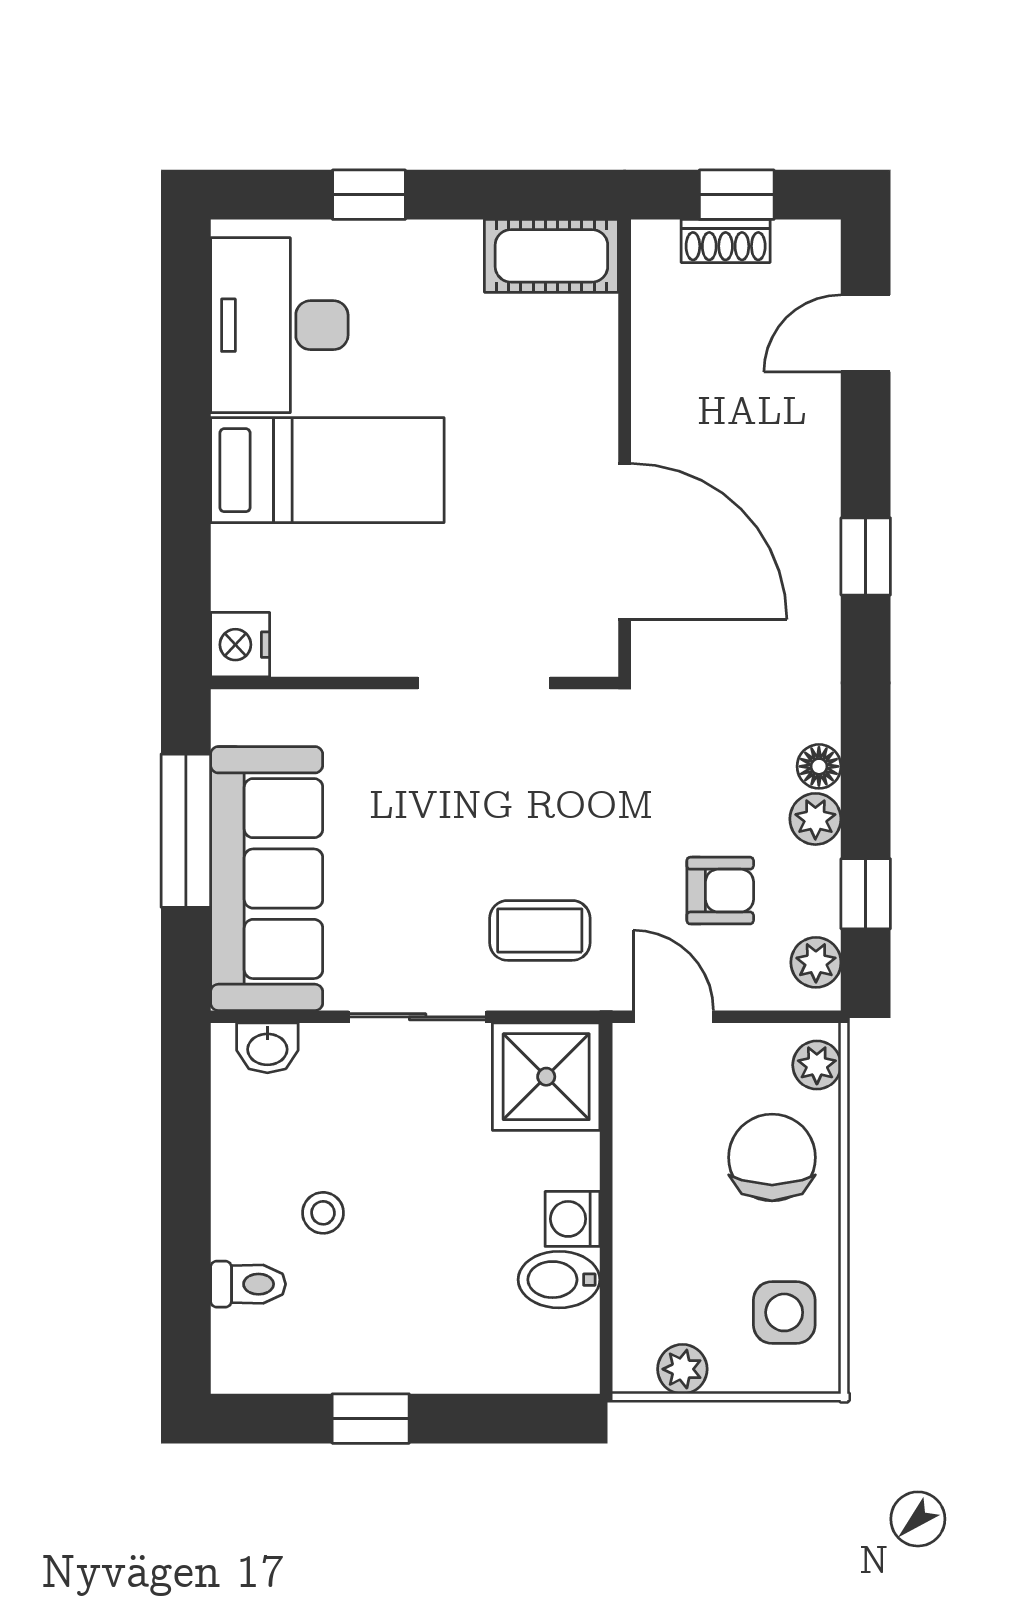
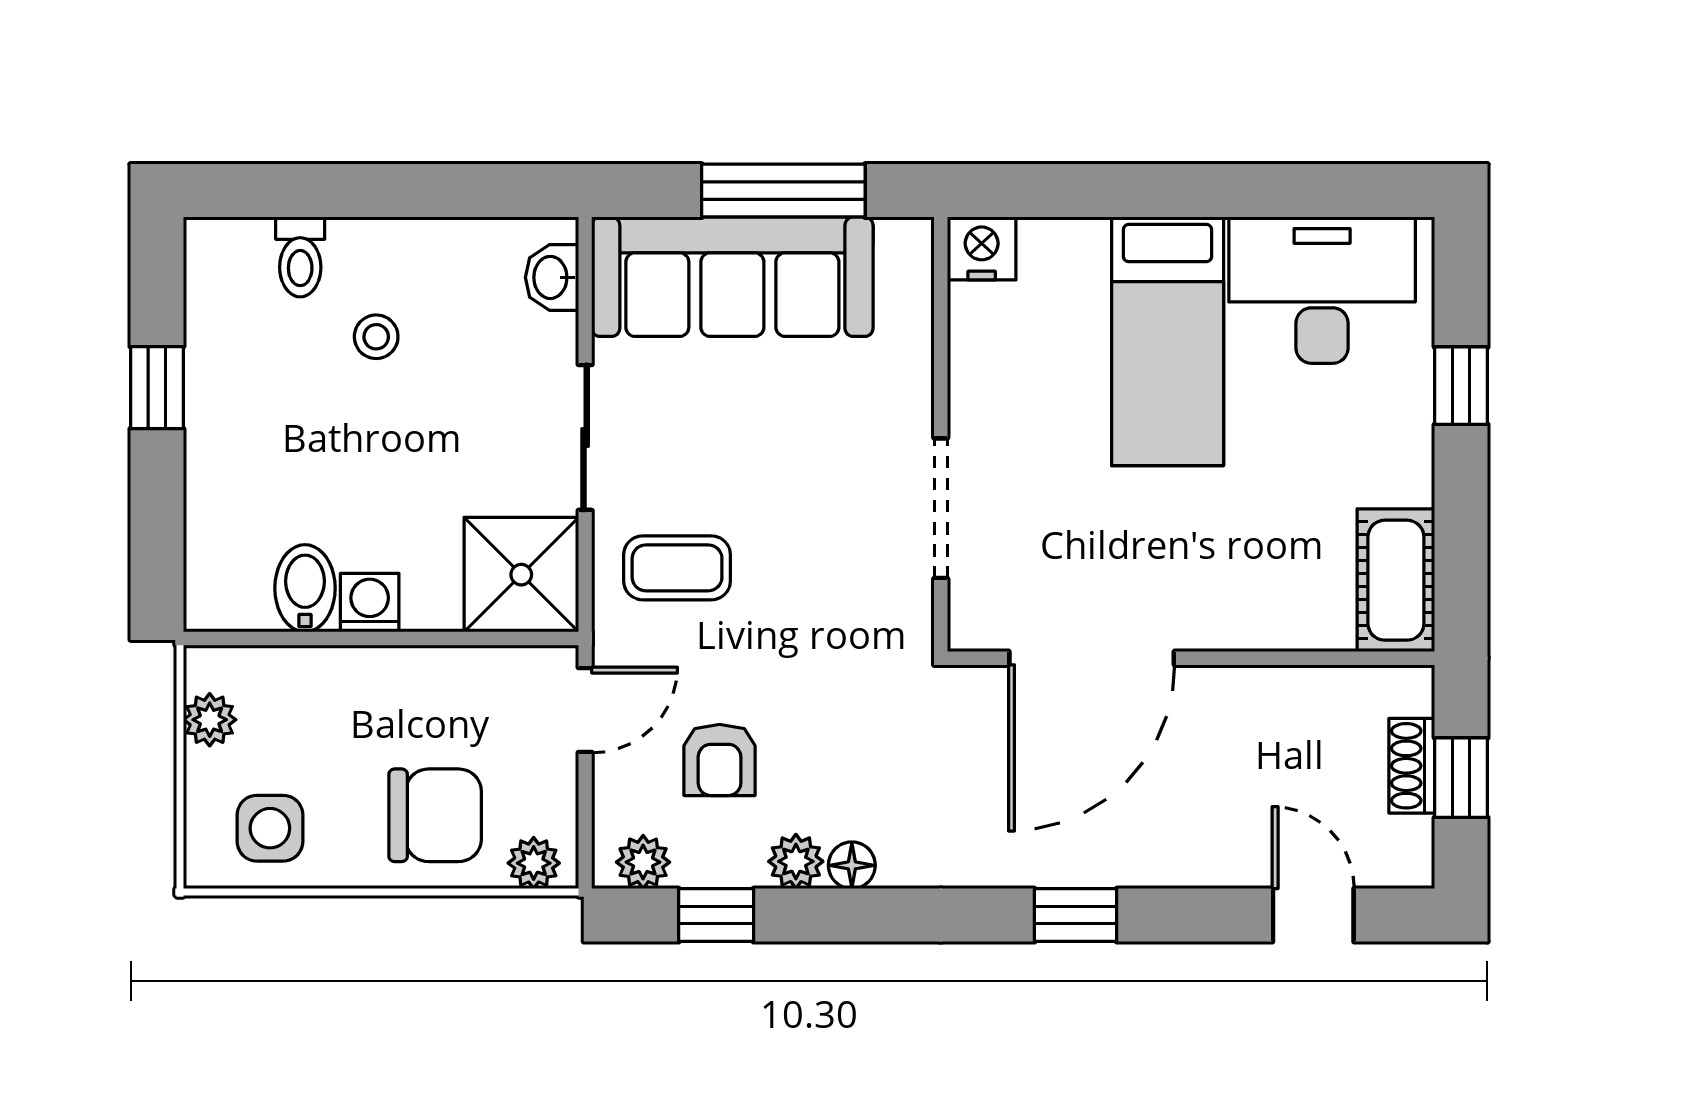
coffee table: (540, 930) -> (677, 568), turned 90

